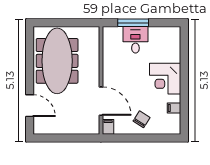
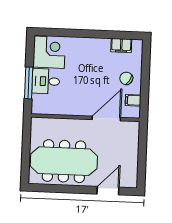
corner desk: (165, 79) -> (49, 52), moved, turned -90
filing cabinet: (174, 108) -> (121, 45), width x2.00
filing cabinet: (108, 127) -> (133, 100), moved

